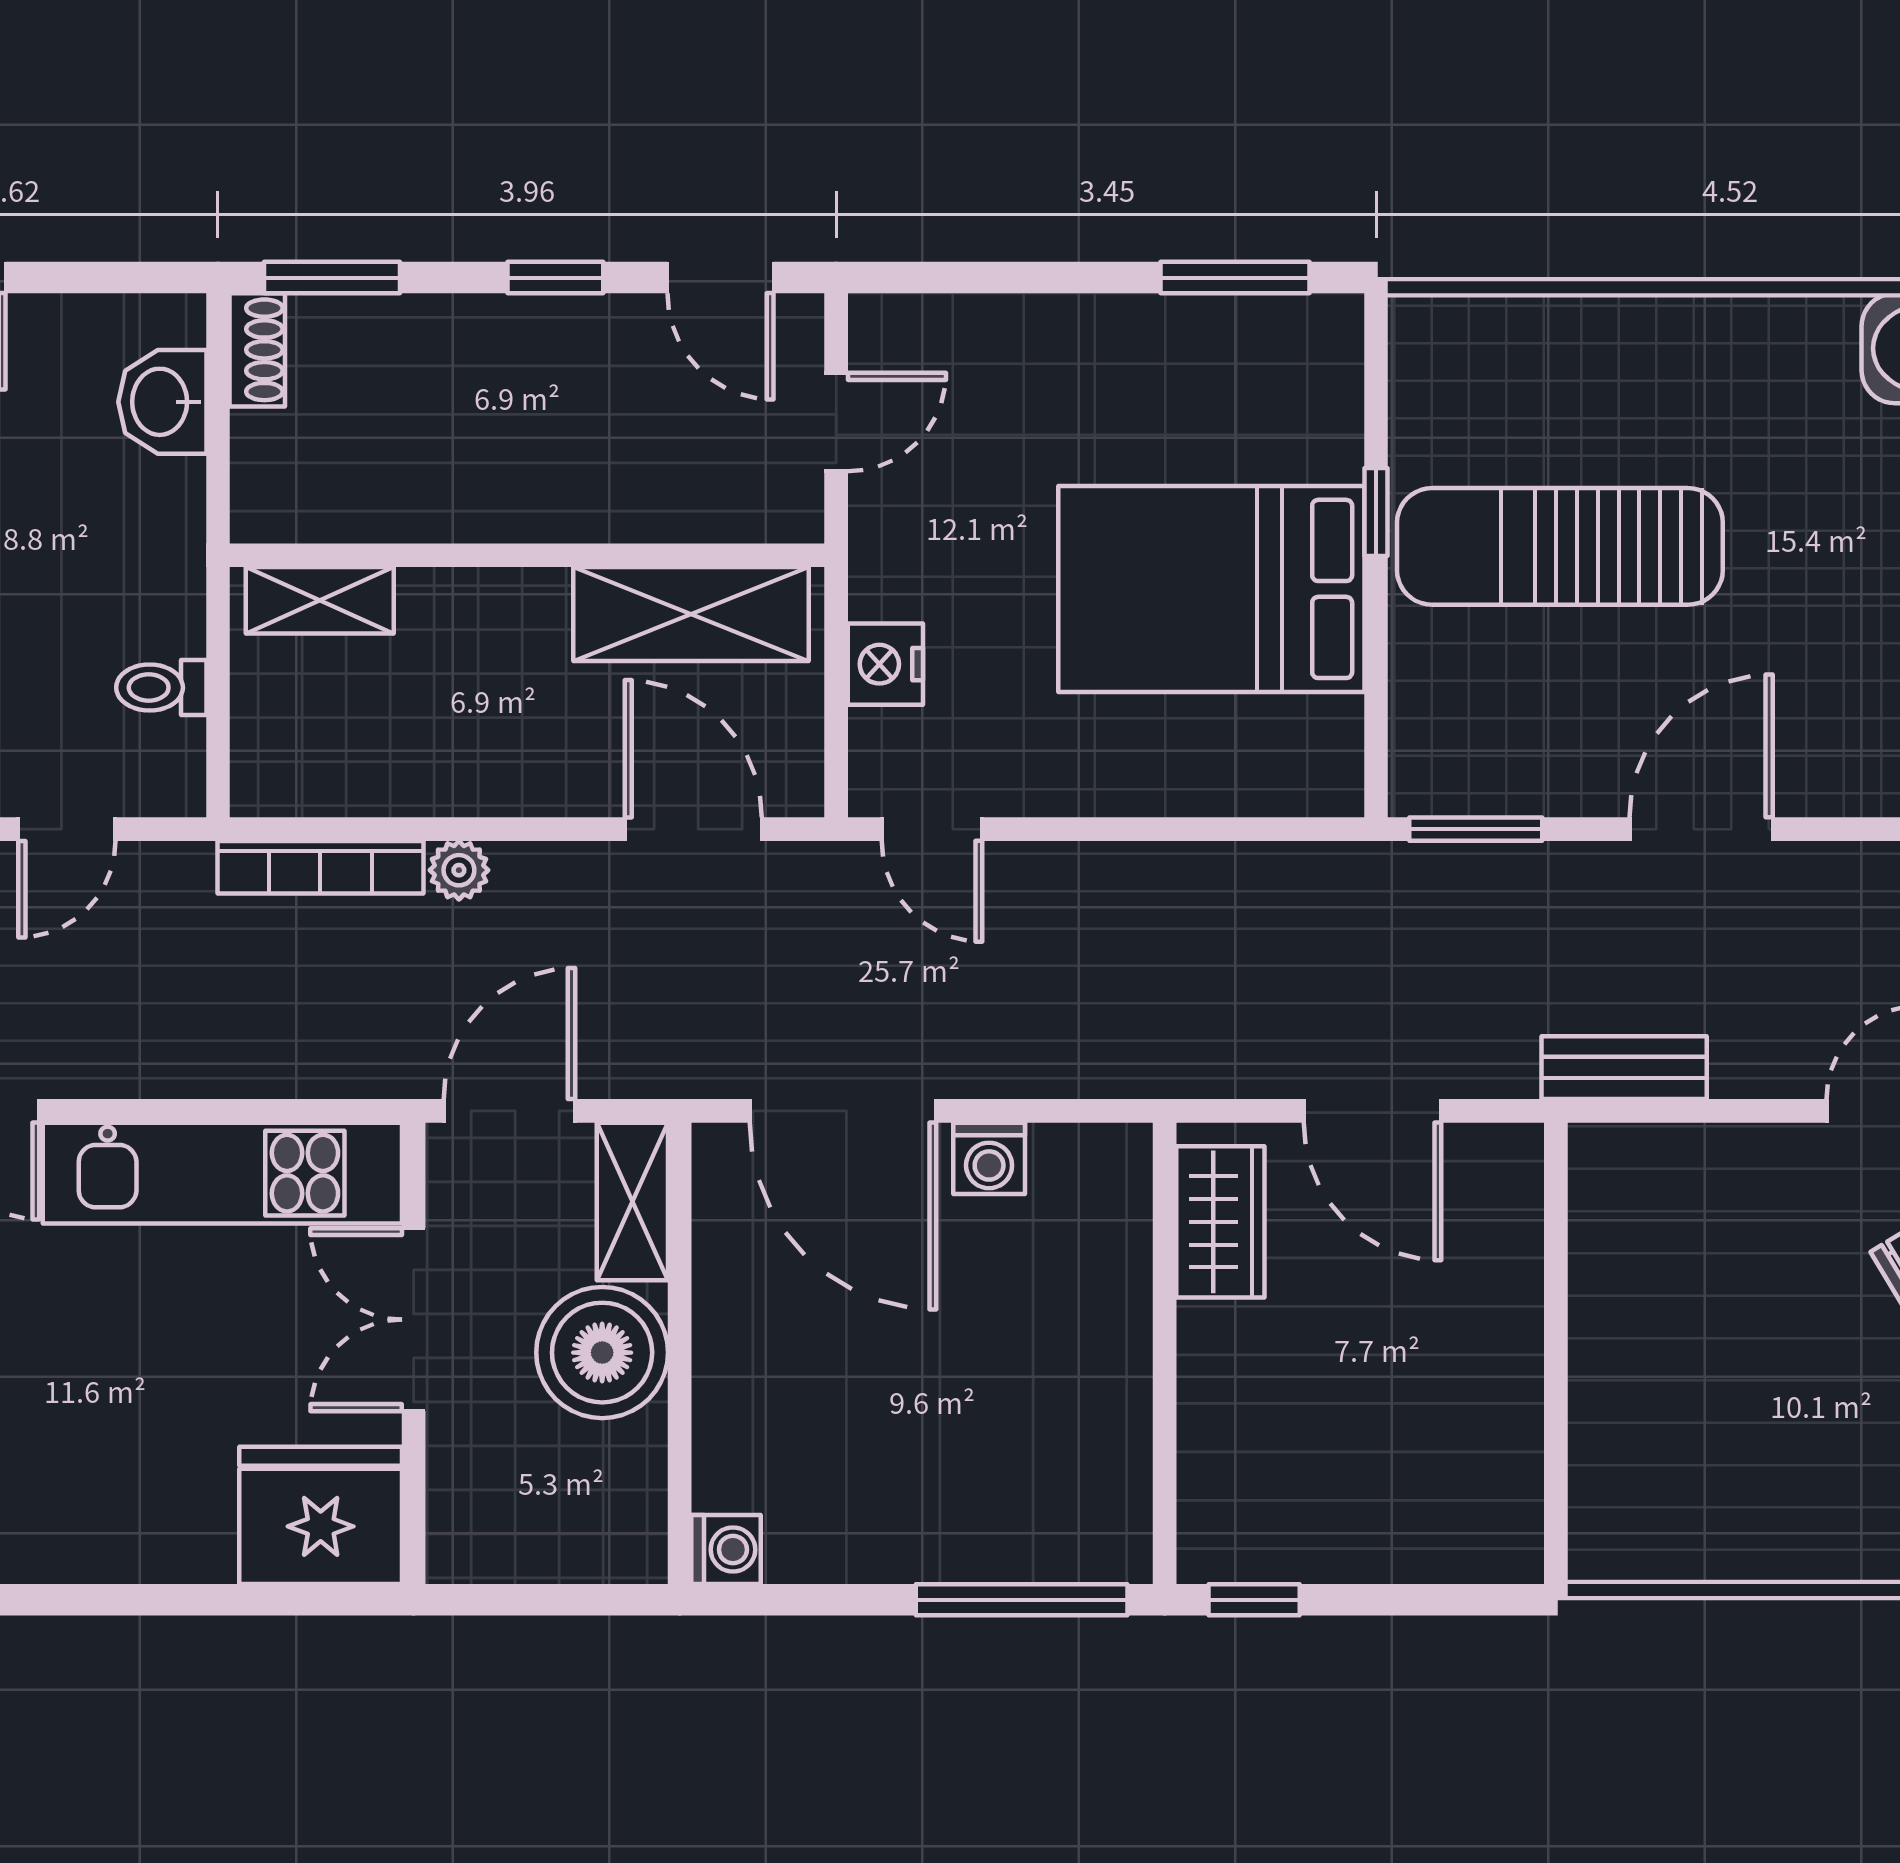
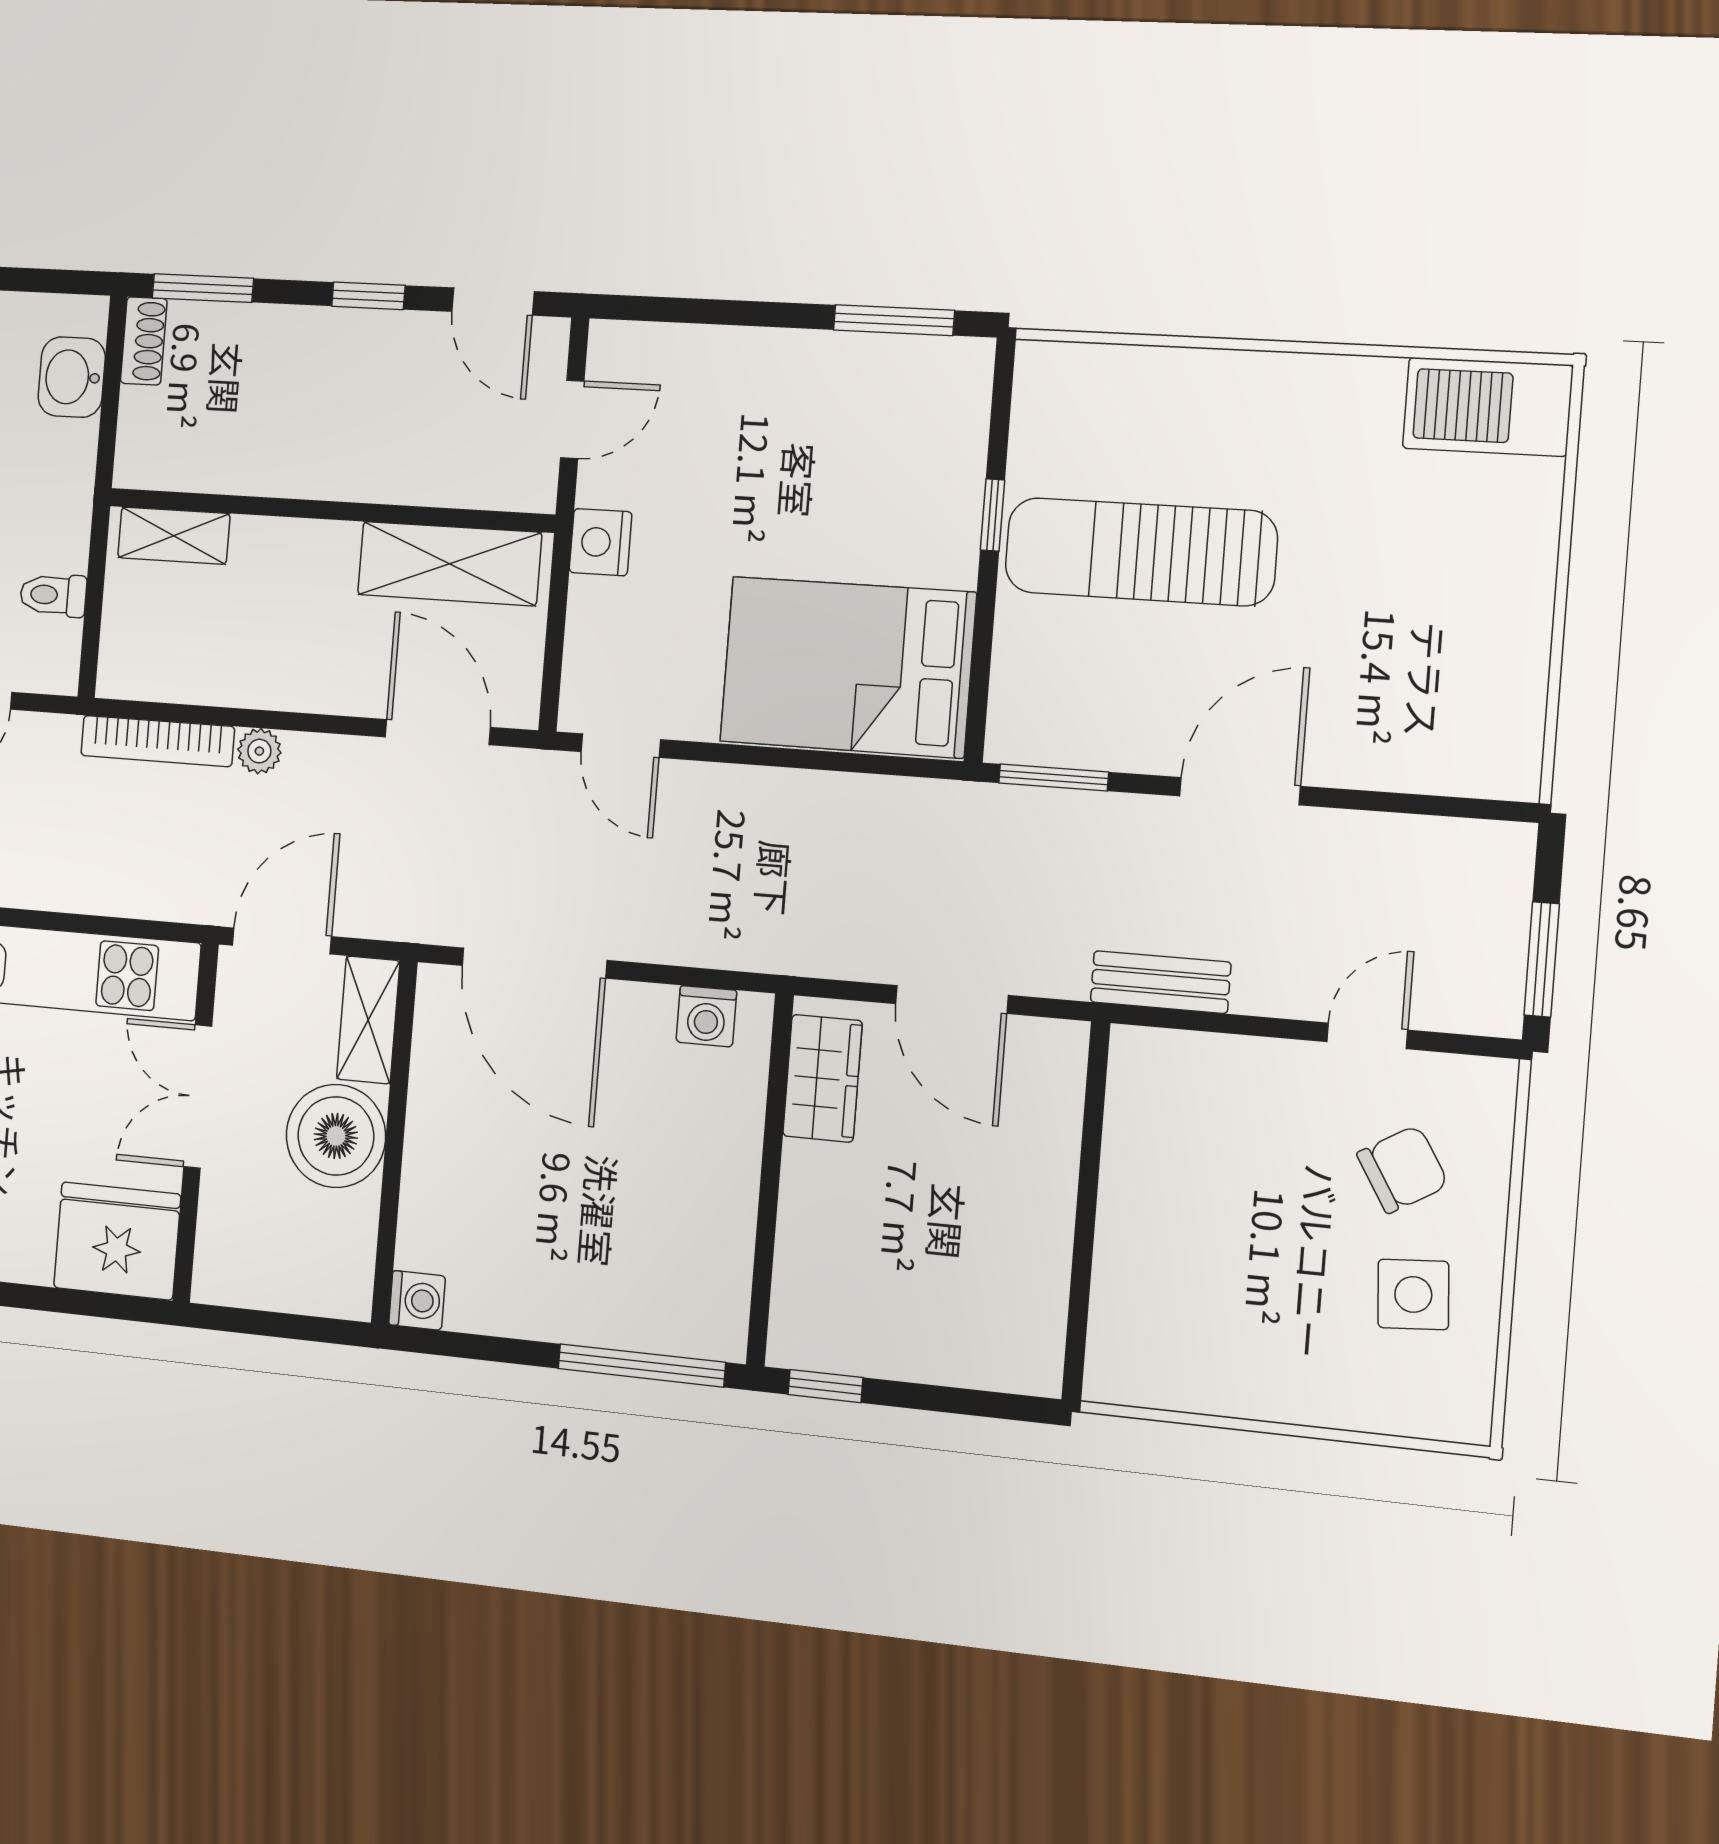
bed: (1211, 589) -> (848, 667), moved
nightstand: (885, 664) -> (601, 542), moved
washing machine: (989, 1158) -> (706, 1016), moved

